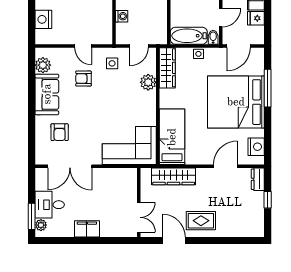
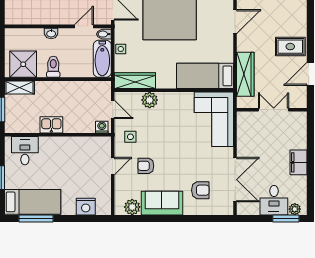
washing machine: (122, 16) -> (102, 127), moved
door: (221, 18) -> (84, 26), hinge flipped
armchair: (83, 79) -> (146, 166), turned 90
door: (225, 166) -> (235, 22), swing flipped
double door: (139, 217) -> (274, 110), moved
rug: (201, 221) -> (290, 47), turned 90

